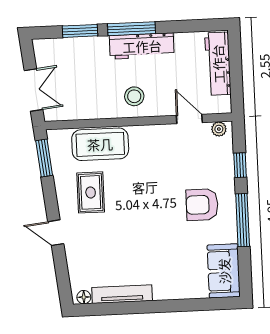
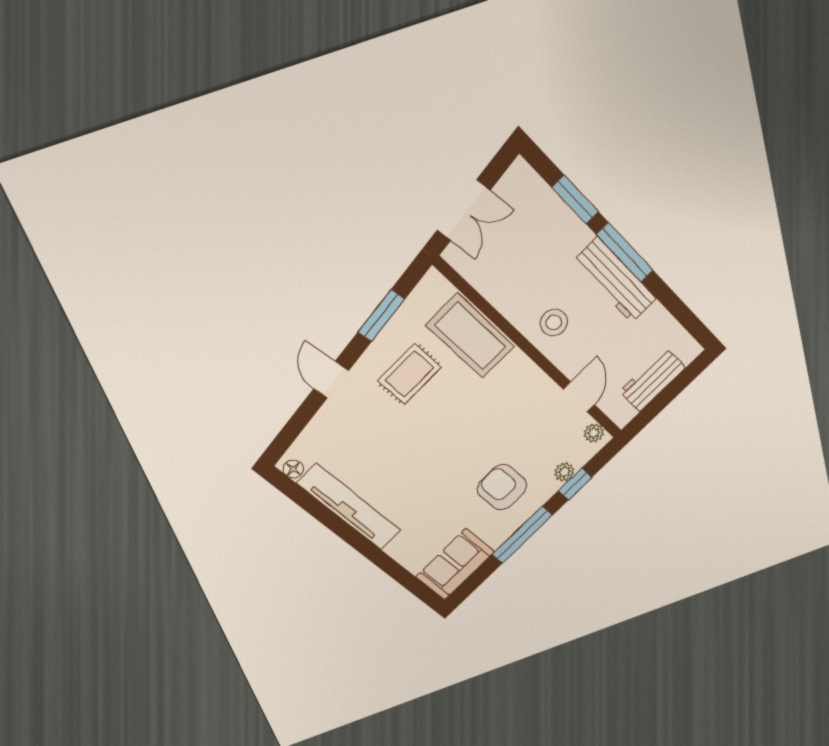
workbench: (218, 64) -> (652, 380), width x0.73
window: (44, 158) -> (381, 316), moved
plant: (227, 164) -> (564, 472), added
tv unit: (122, 294) -> (349, 507), width x1.36, depth x1.29

